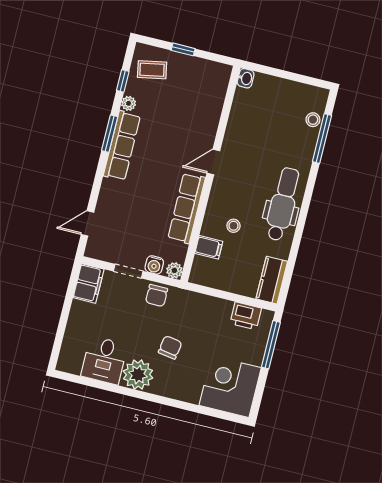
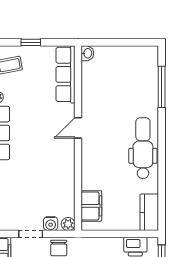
stool: (313, 120) -> (151, 73), removed
row of seats: (187, 208) -> (65, 74), moved
stool: (233, 226) -> (107, 176), removed
filing cabinet: (209, 247) -> (91, 206), width x2.00

